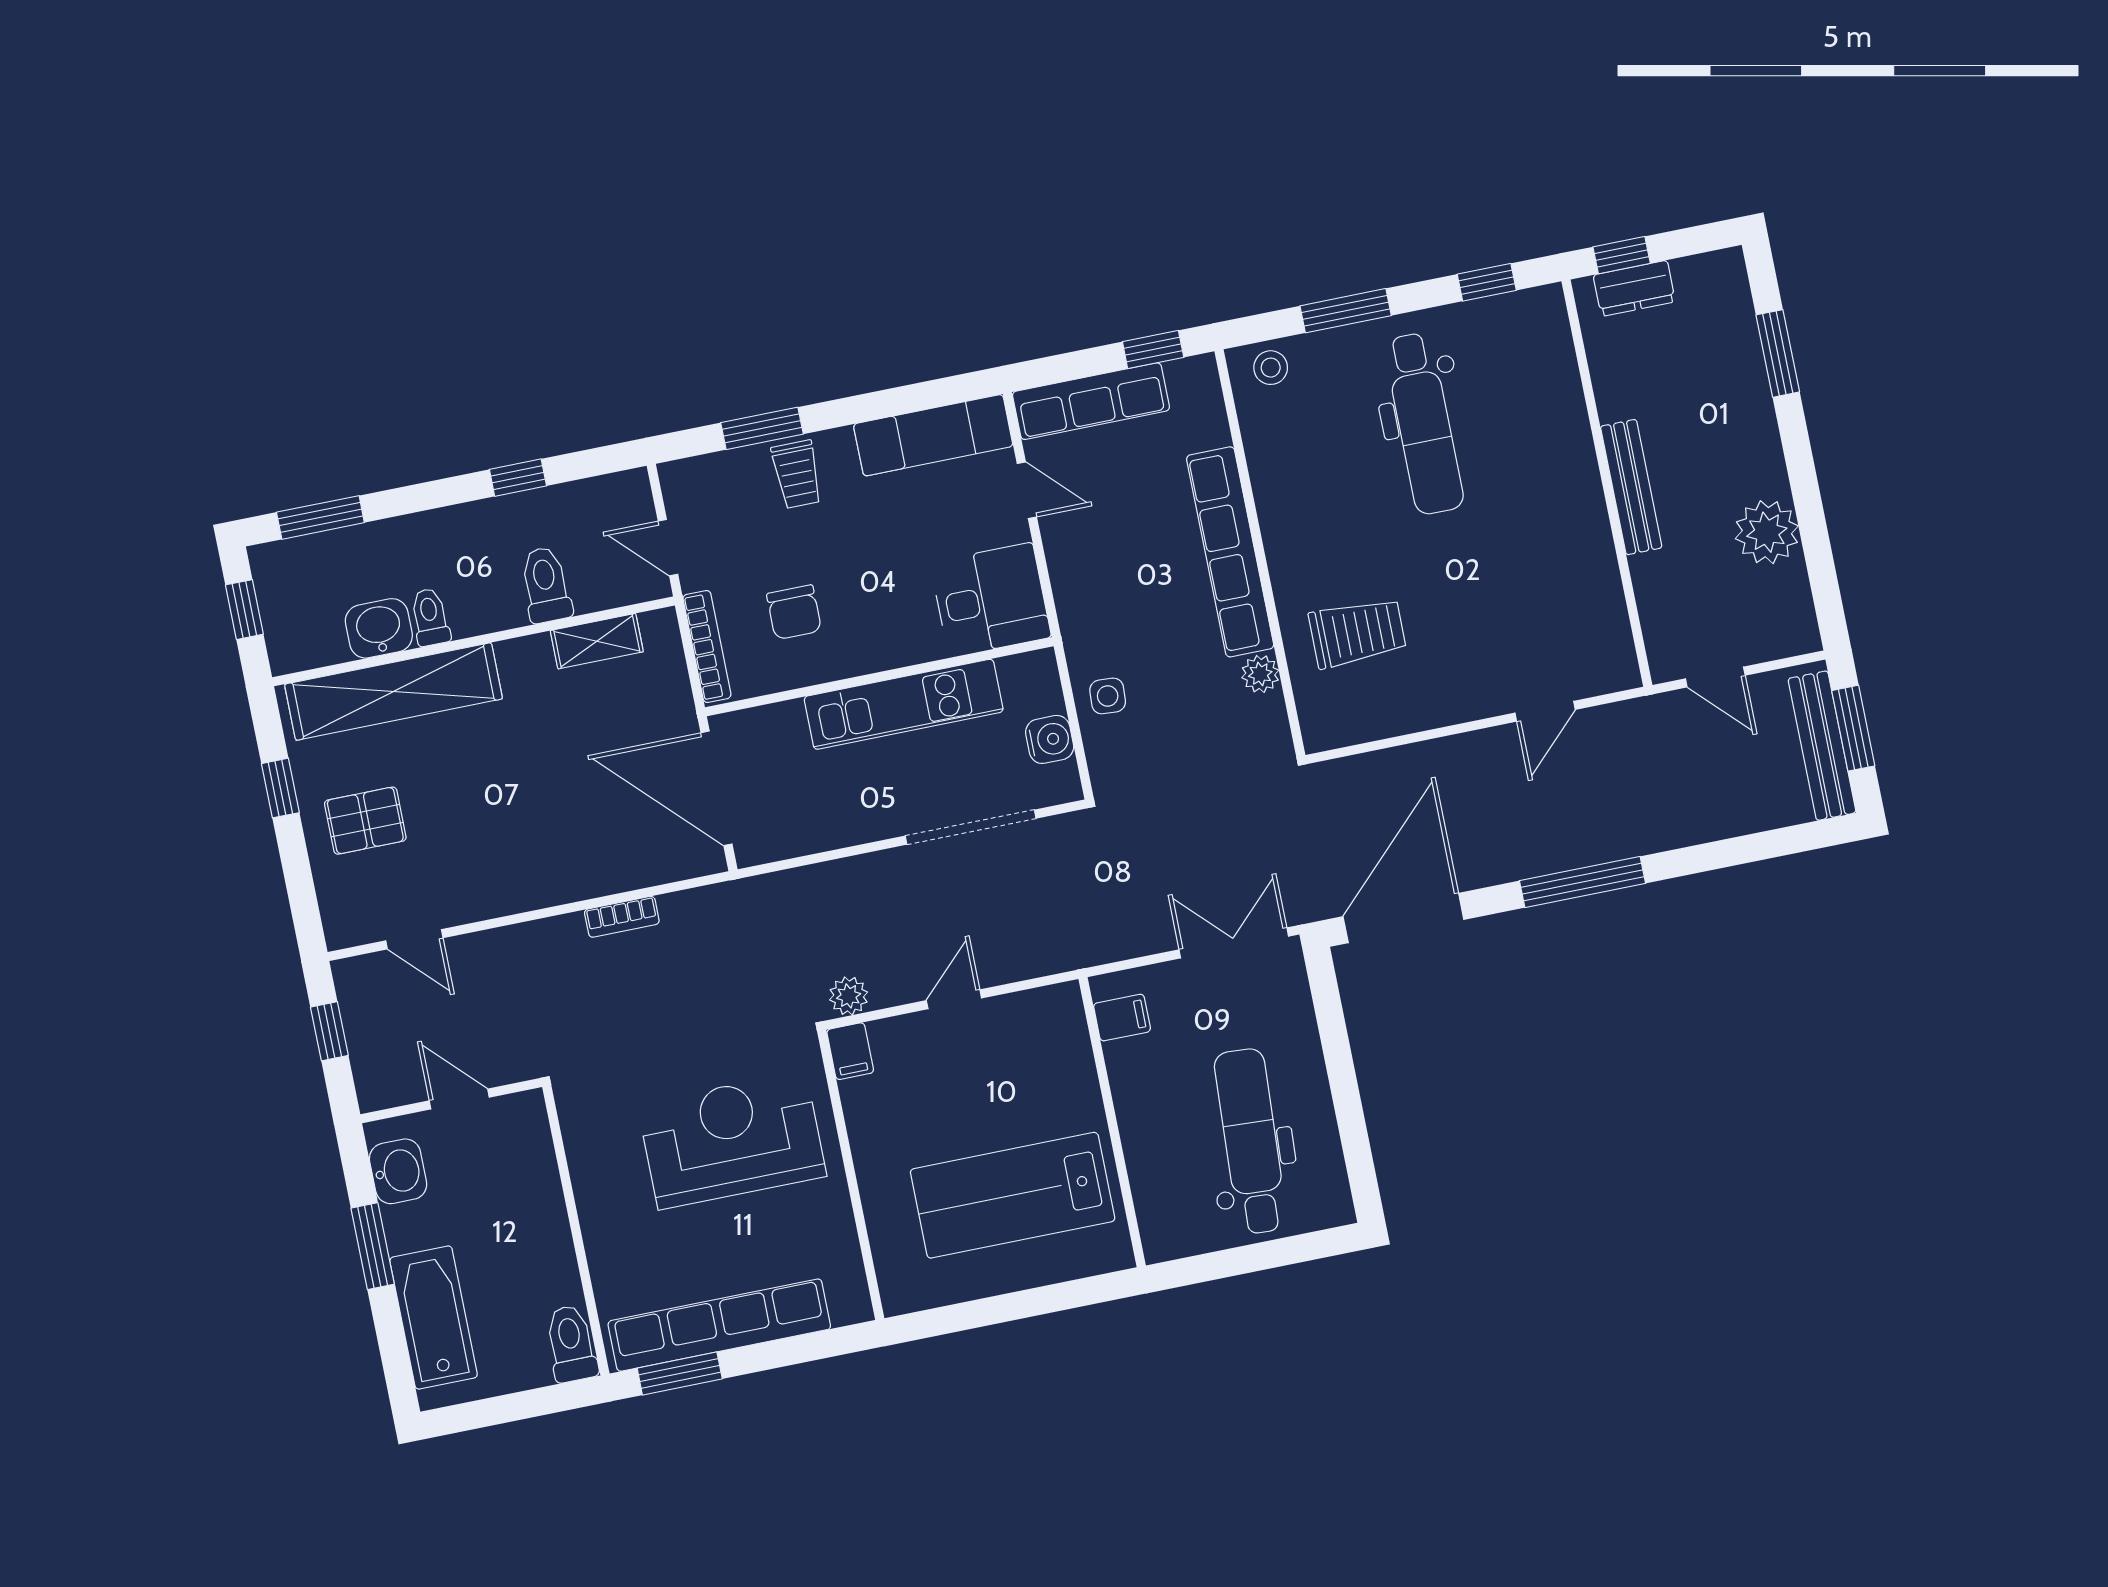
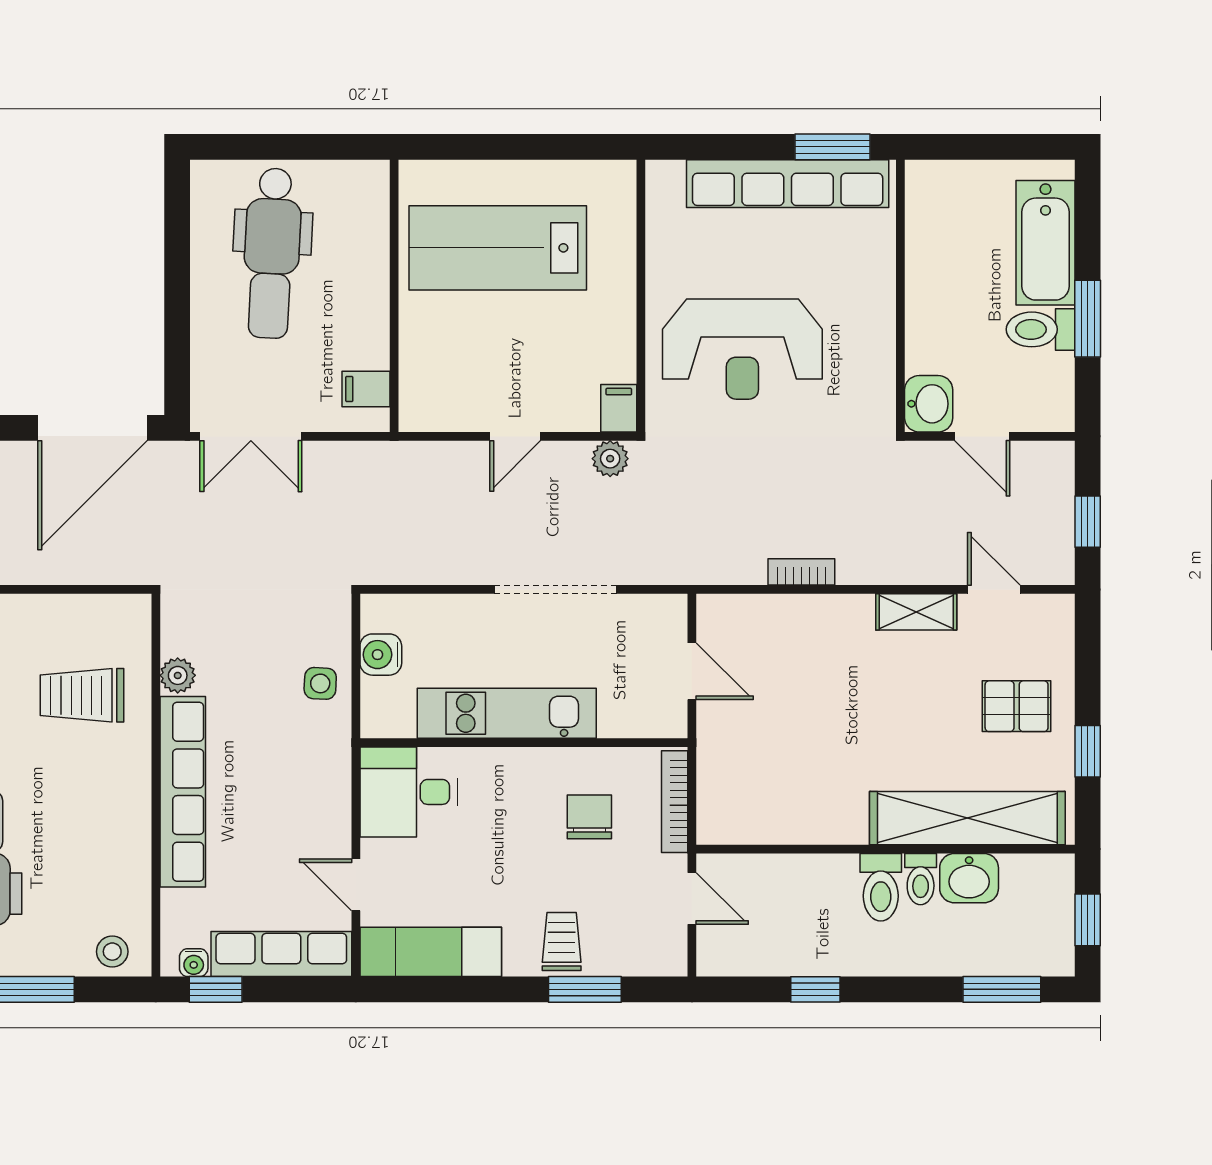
water cooler: (1182, 373) -> (194, 963), added
toilet: (546, 585) -> (881, 887), moved
shelving: (597, 641) -> (916, 612), moved
door: (716, 788) -> (692, 671), width x0.53
doorway: (971, 827) -> (556, 589), moved
washbasin: (398, 1171) -> (929, 404), moved, turned 180
lab bench: (1013, 1195) -> (498, 248), turned 180
toilet: (571, 1344) -> (1041, 329), moved, turned 90

